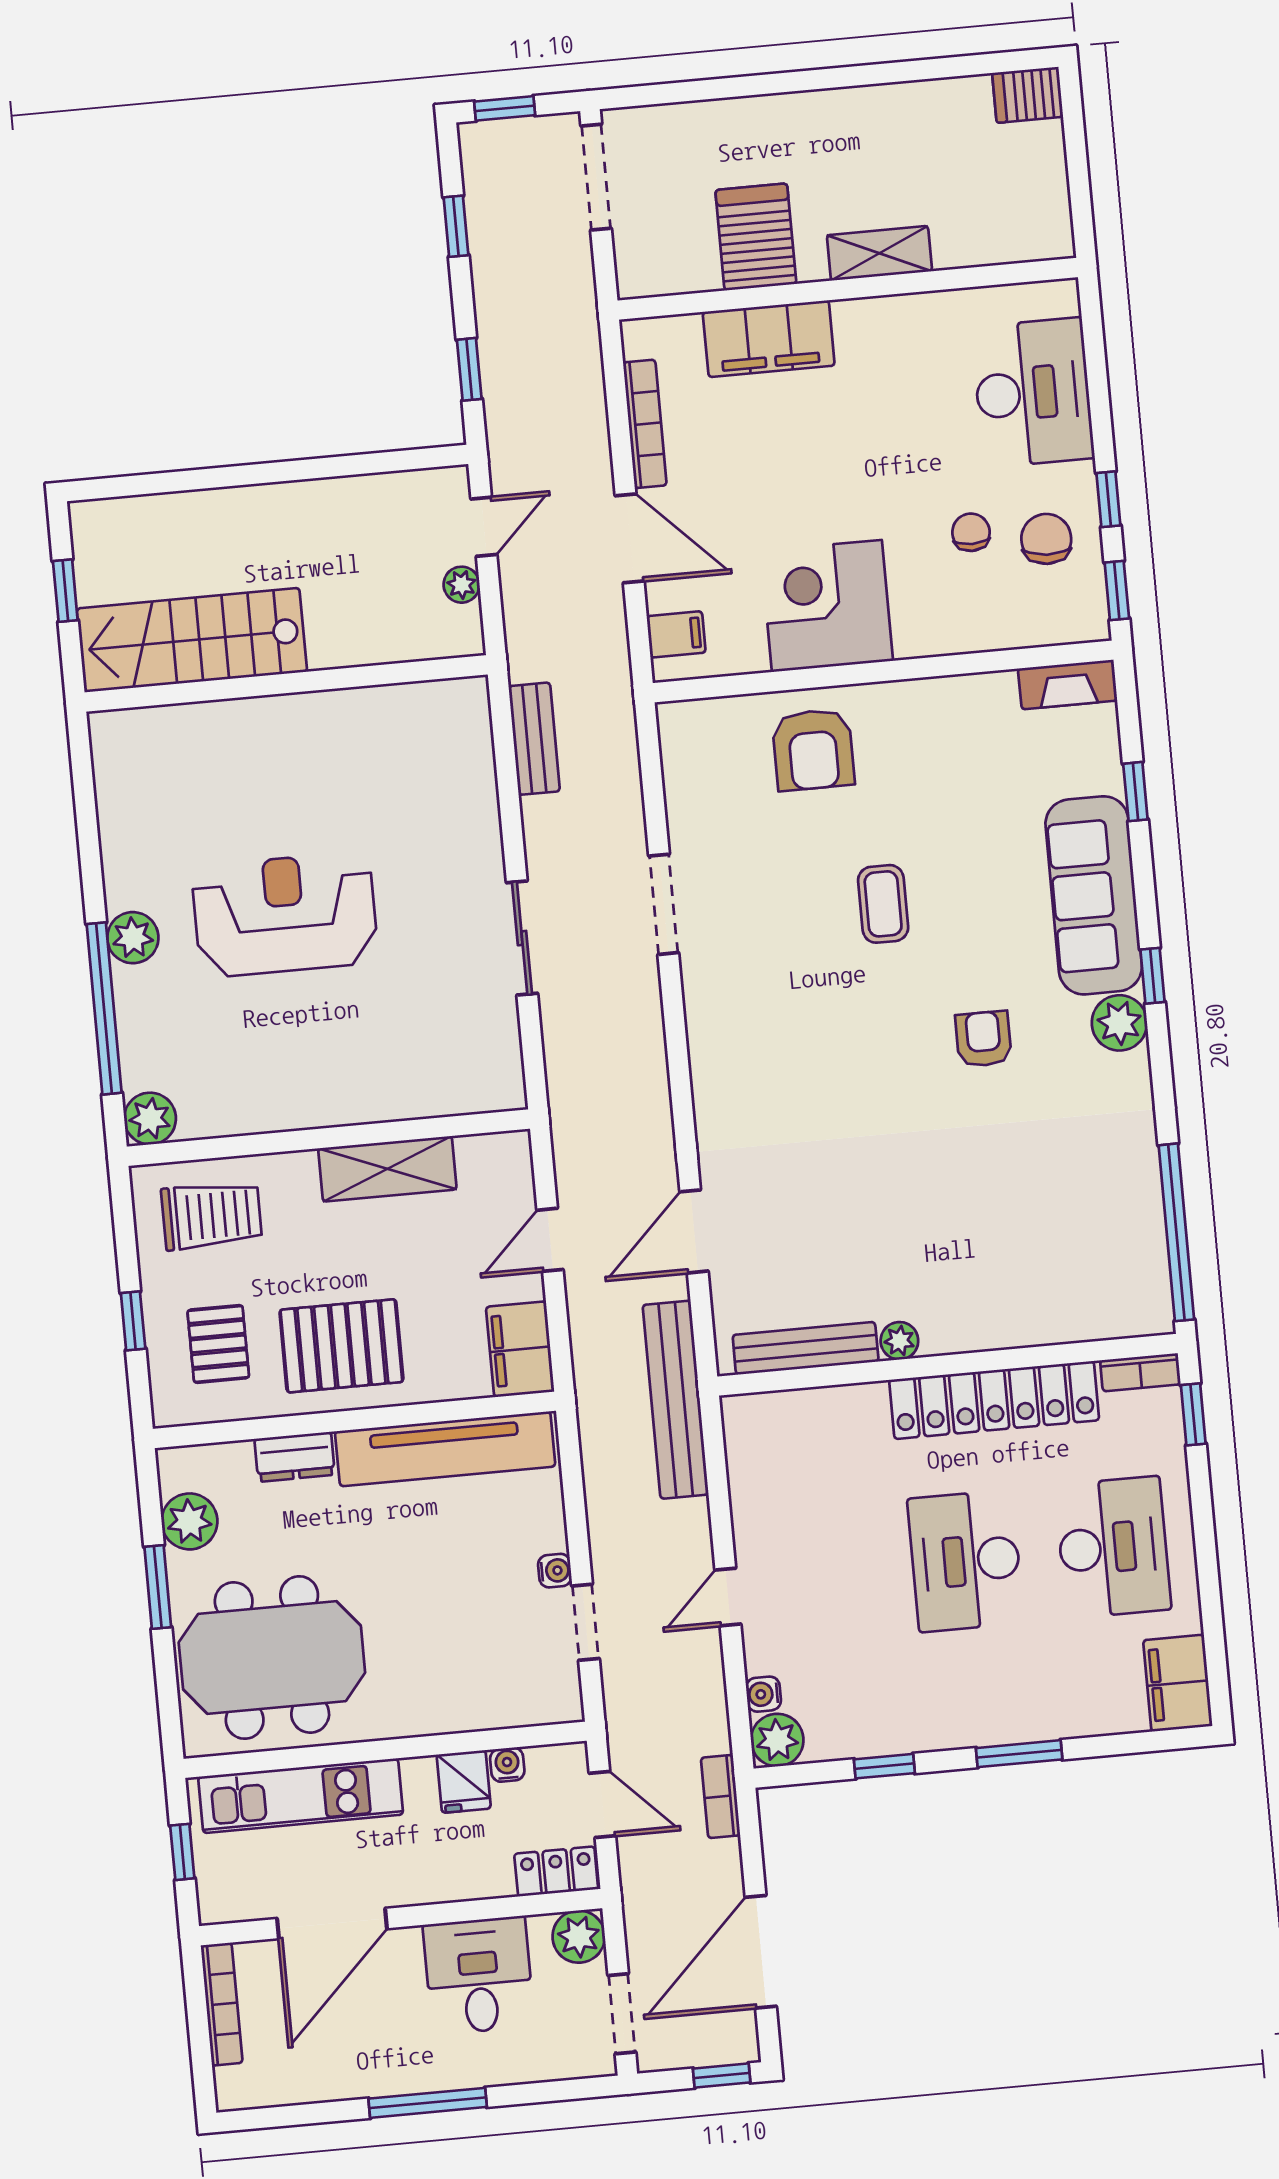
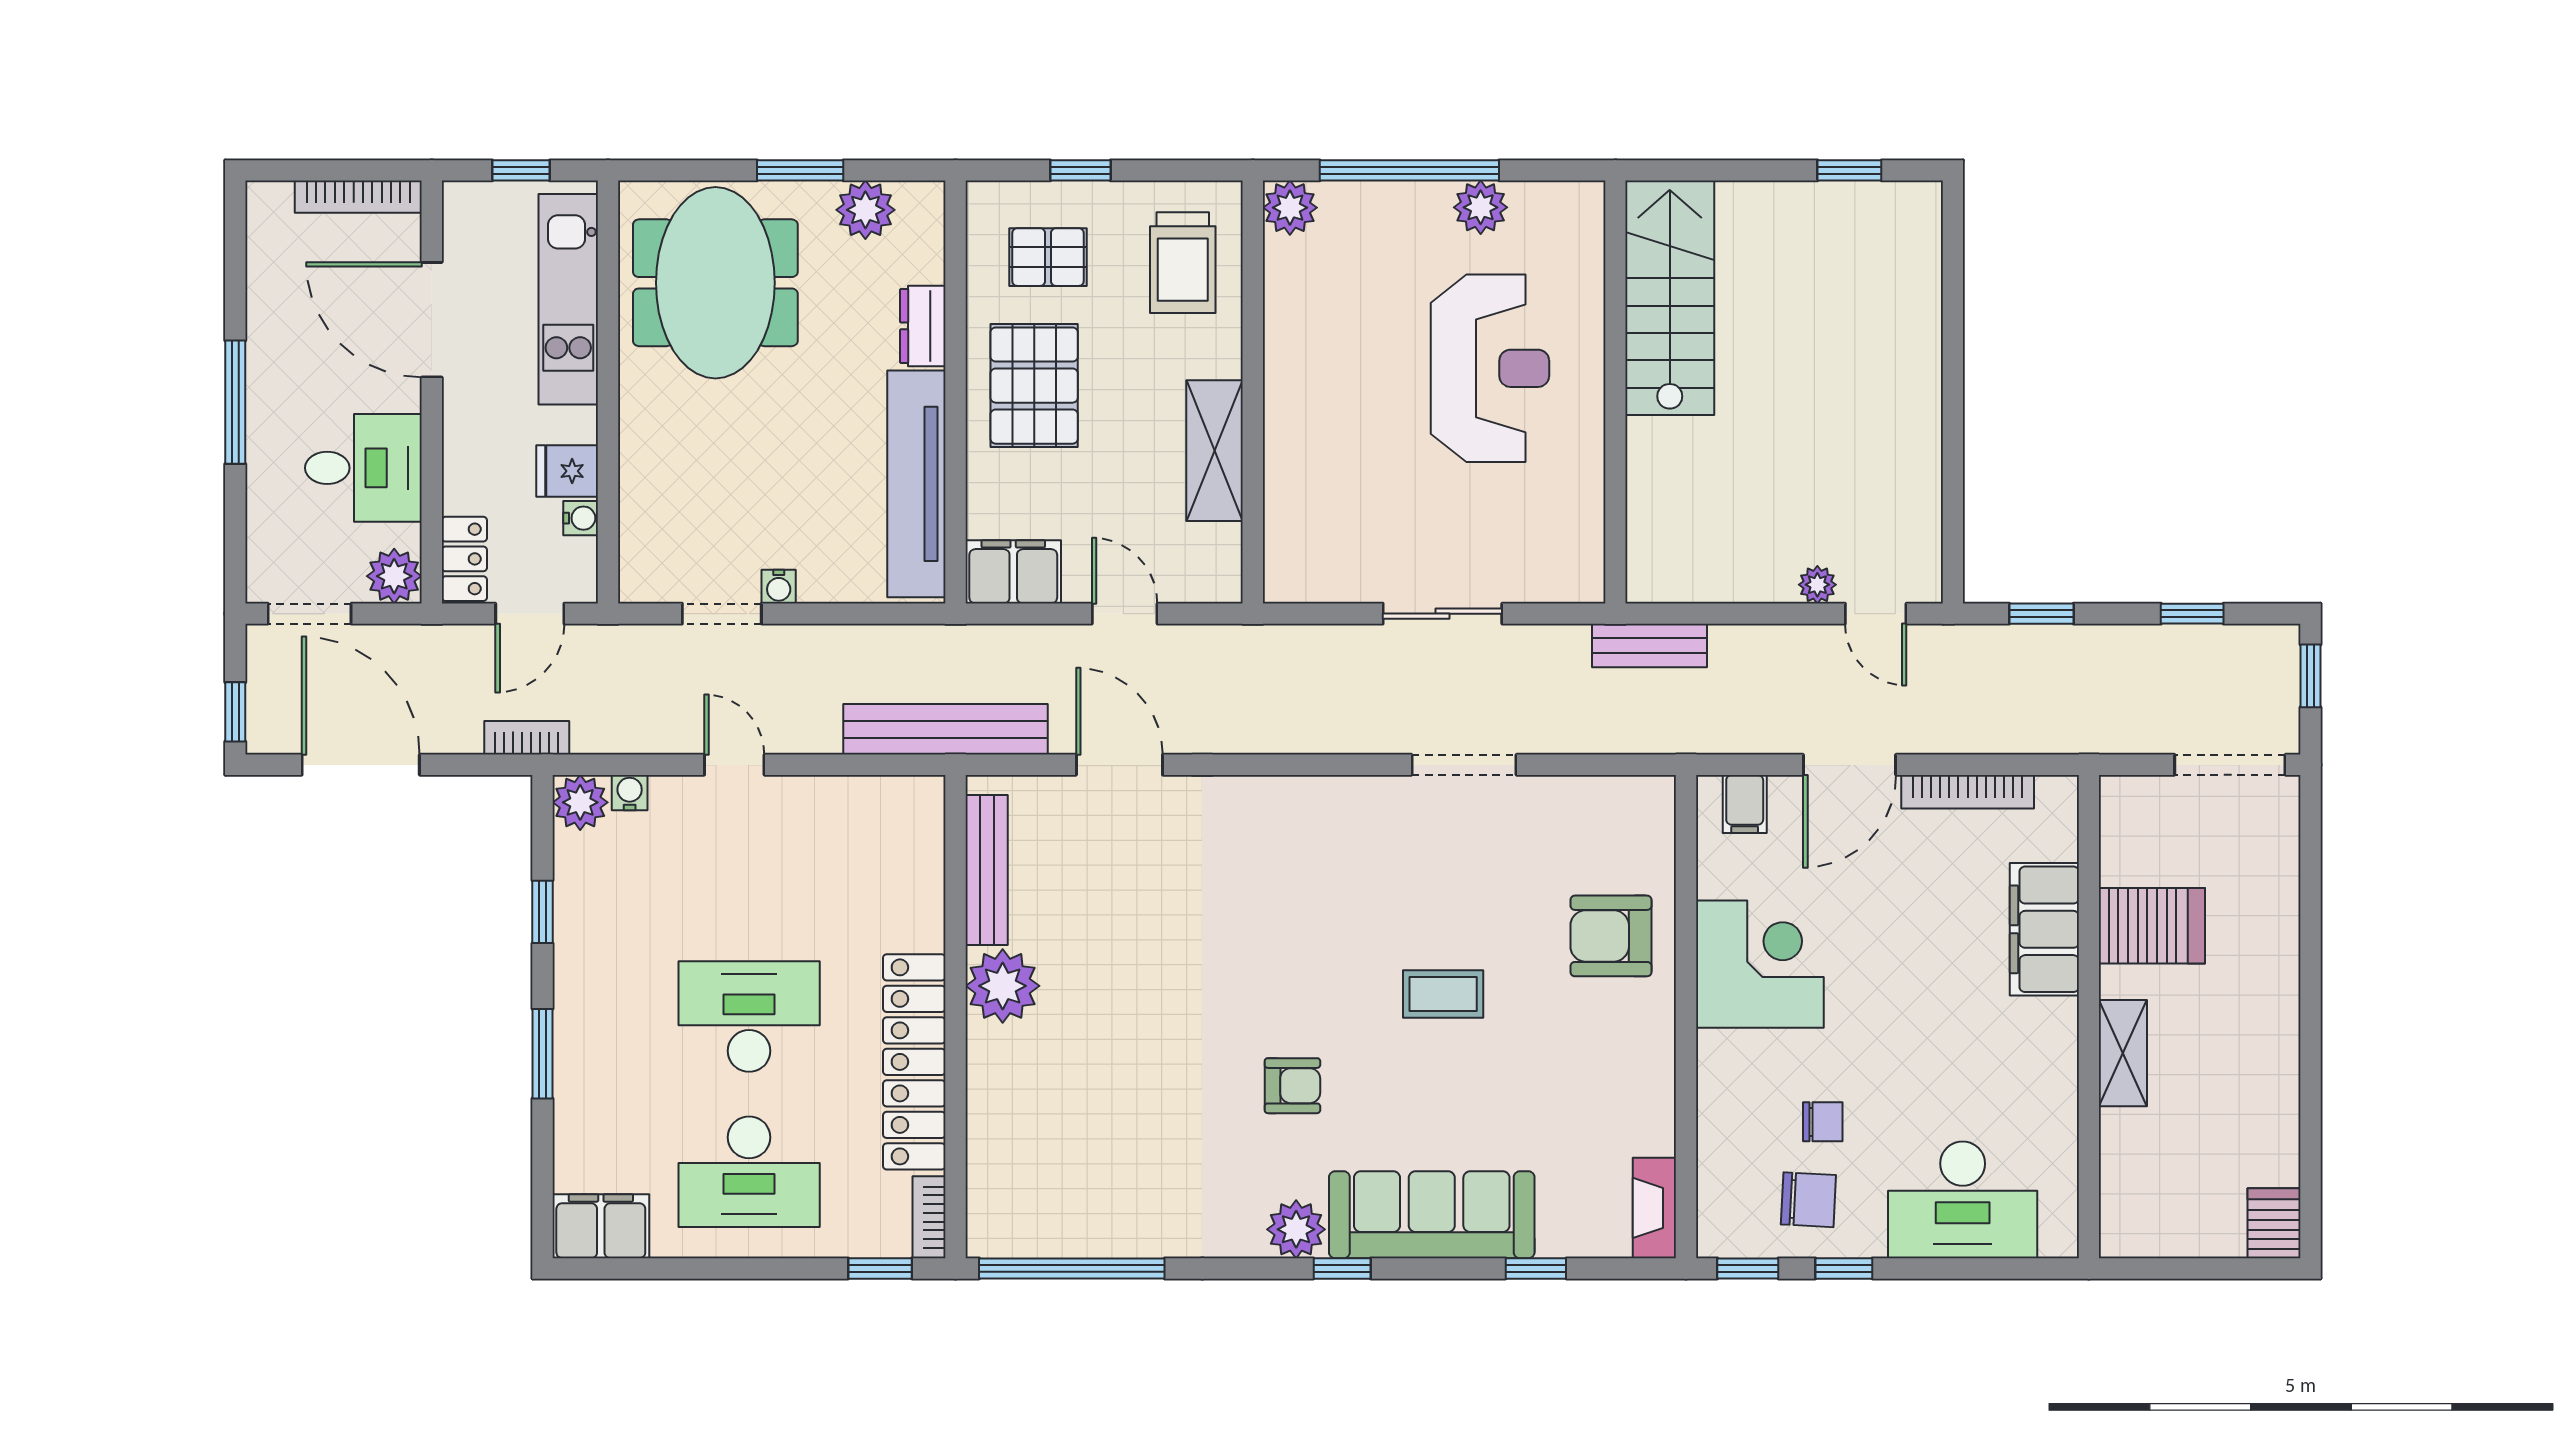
stairs: (192, 640) -> (1670, 298), moved
wall: (286, 683) -> (1615, 392), moved
plant: (899, 1341) -> (1003, 986), width x1.88, depth x1.88

